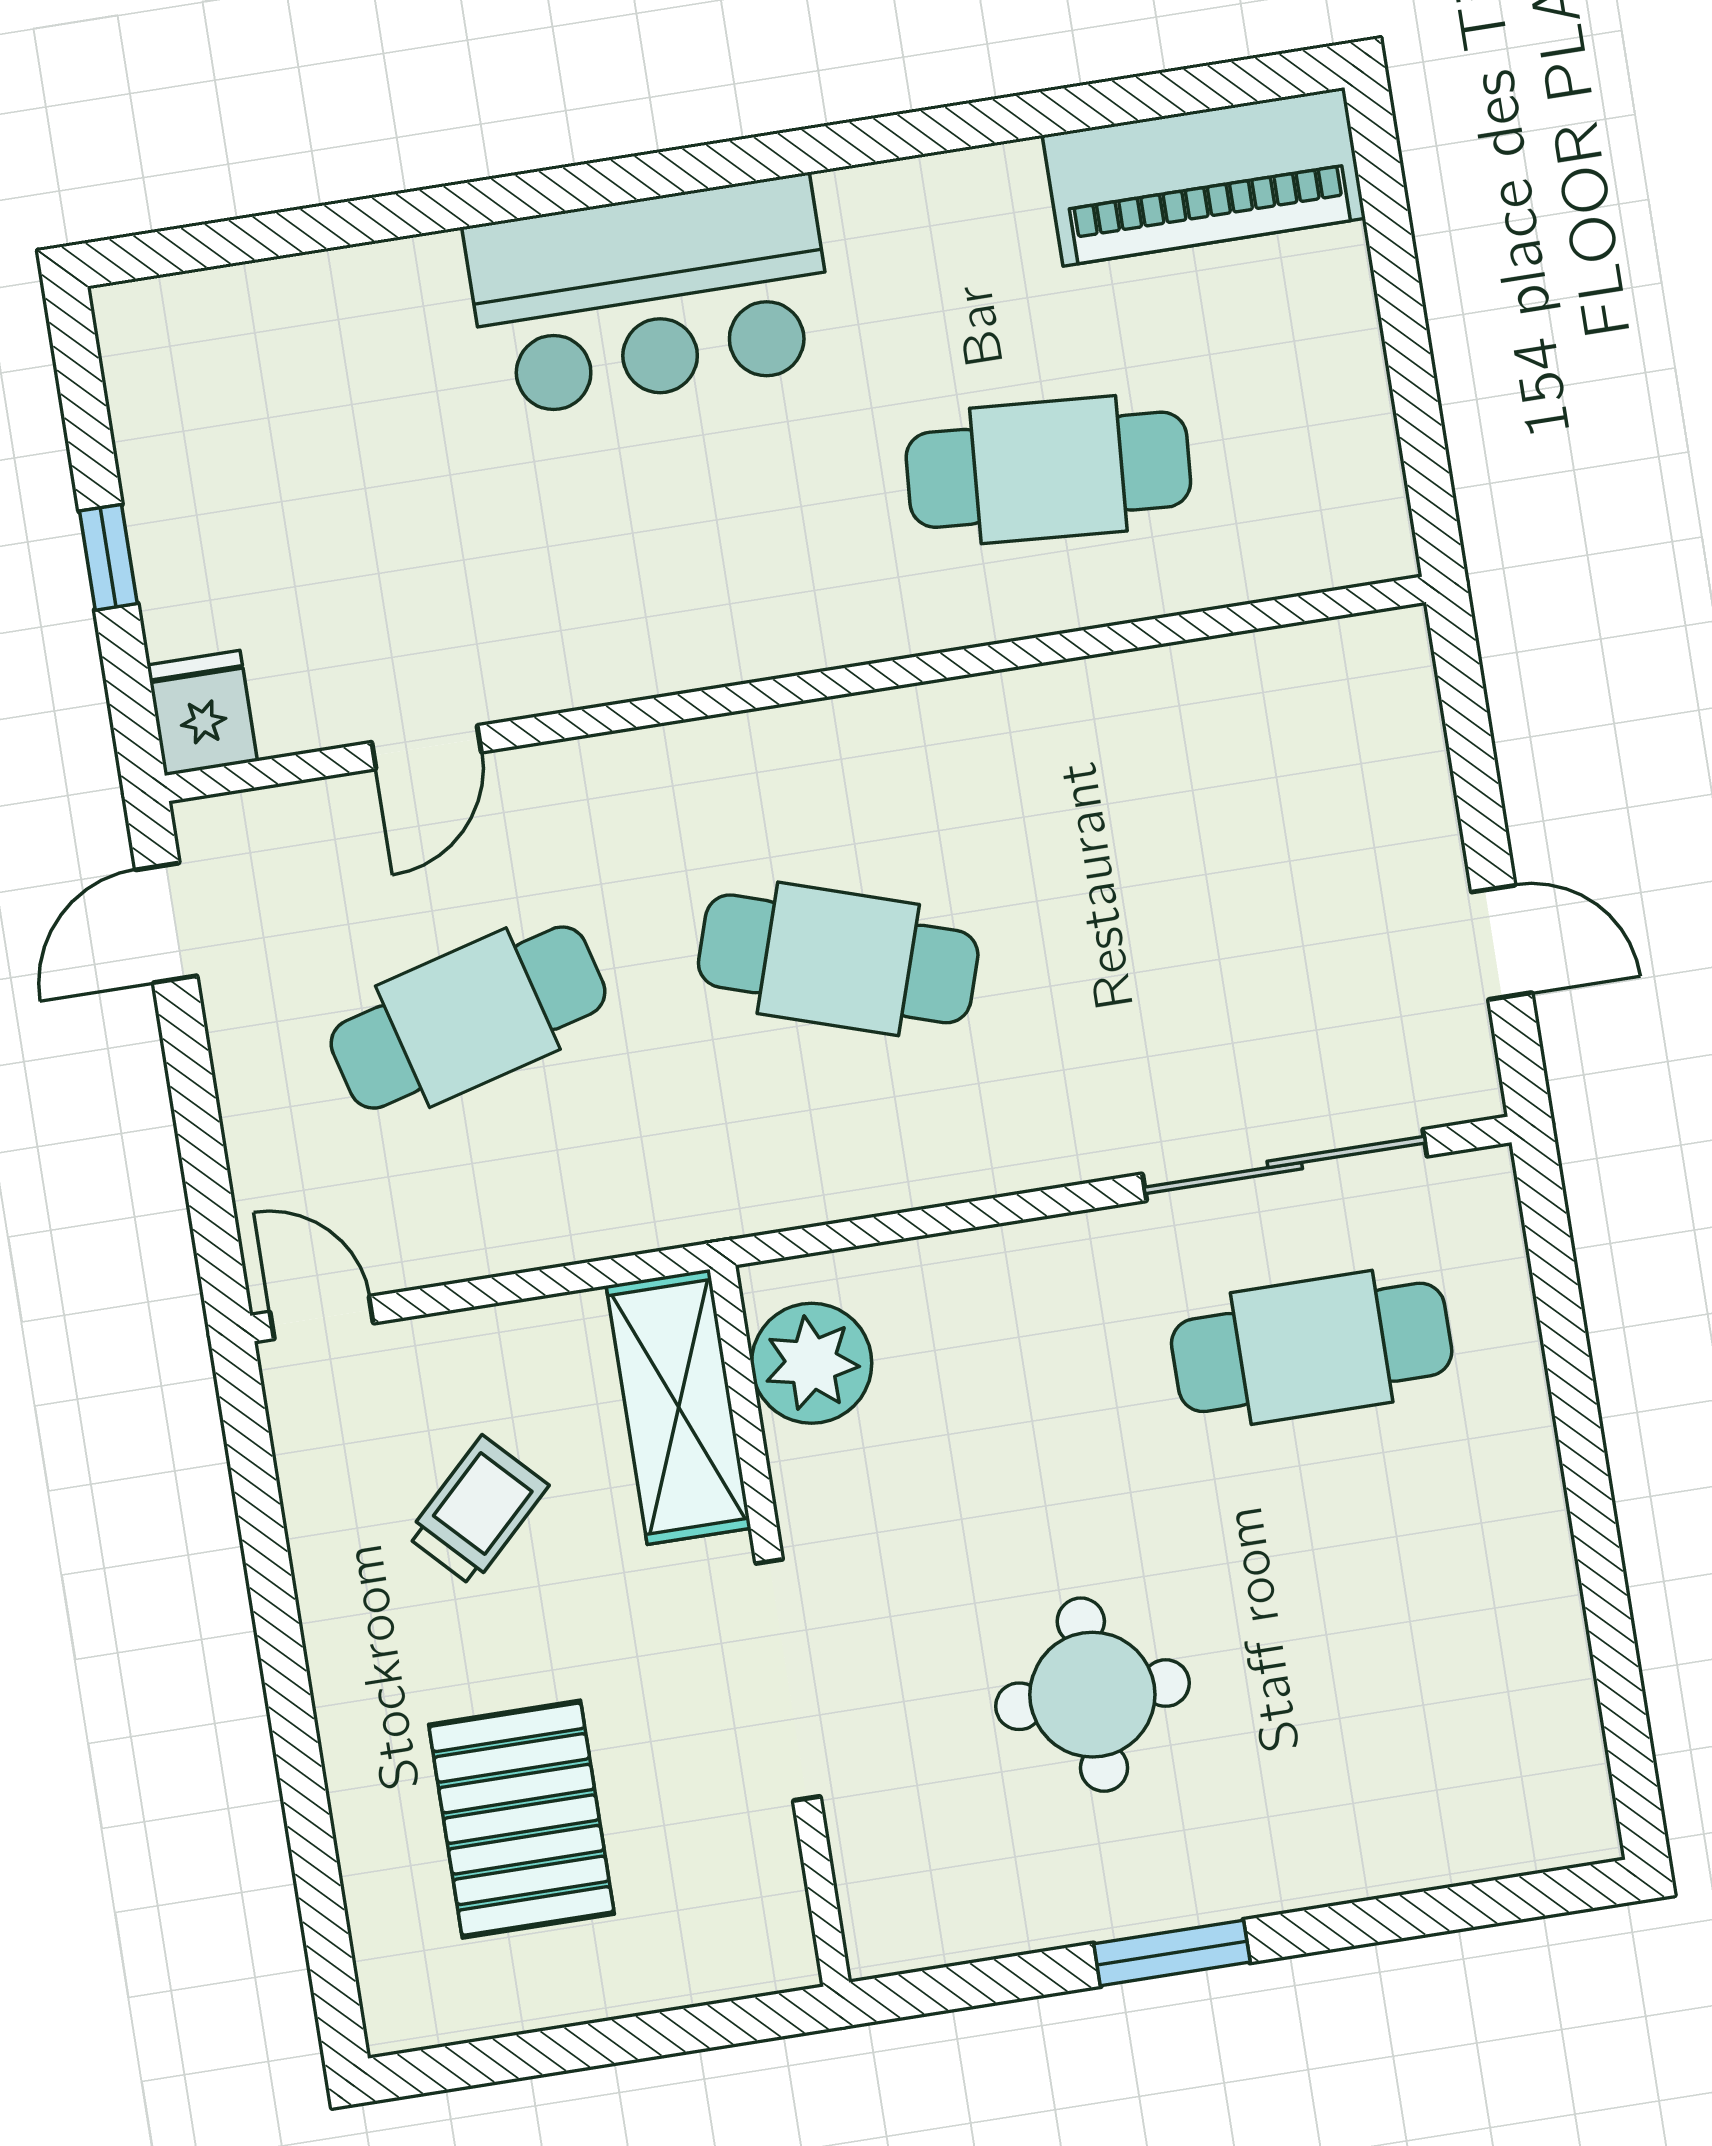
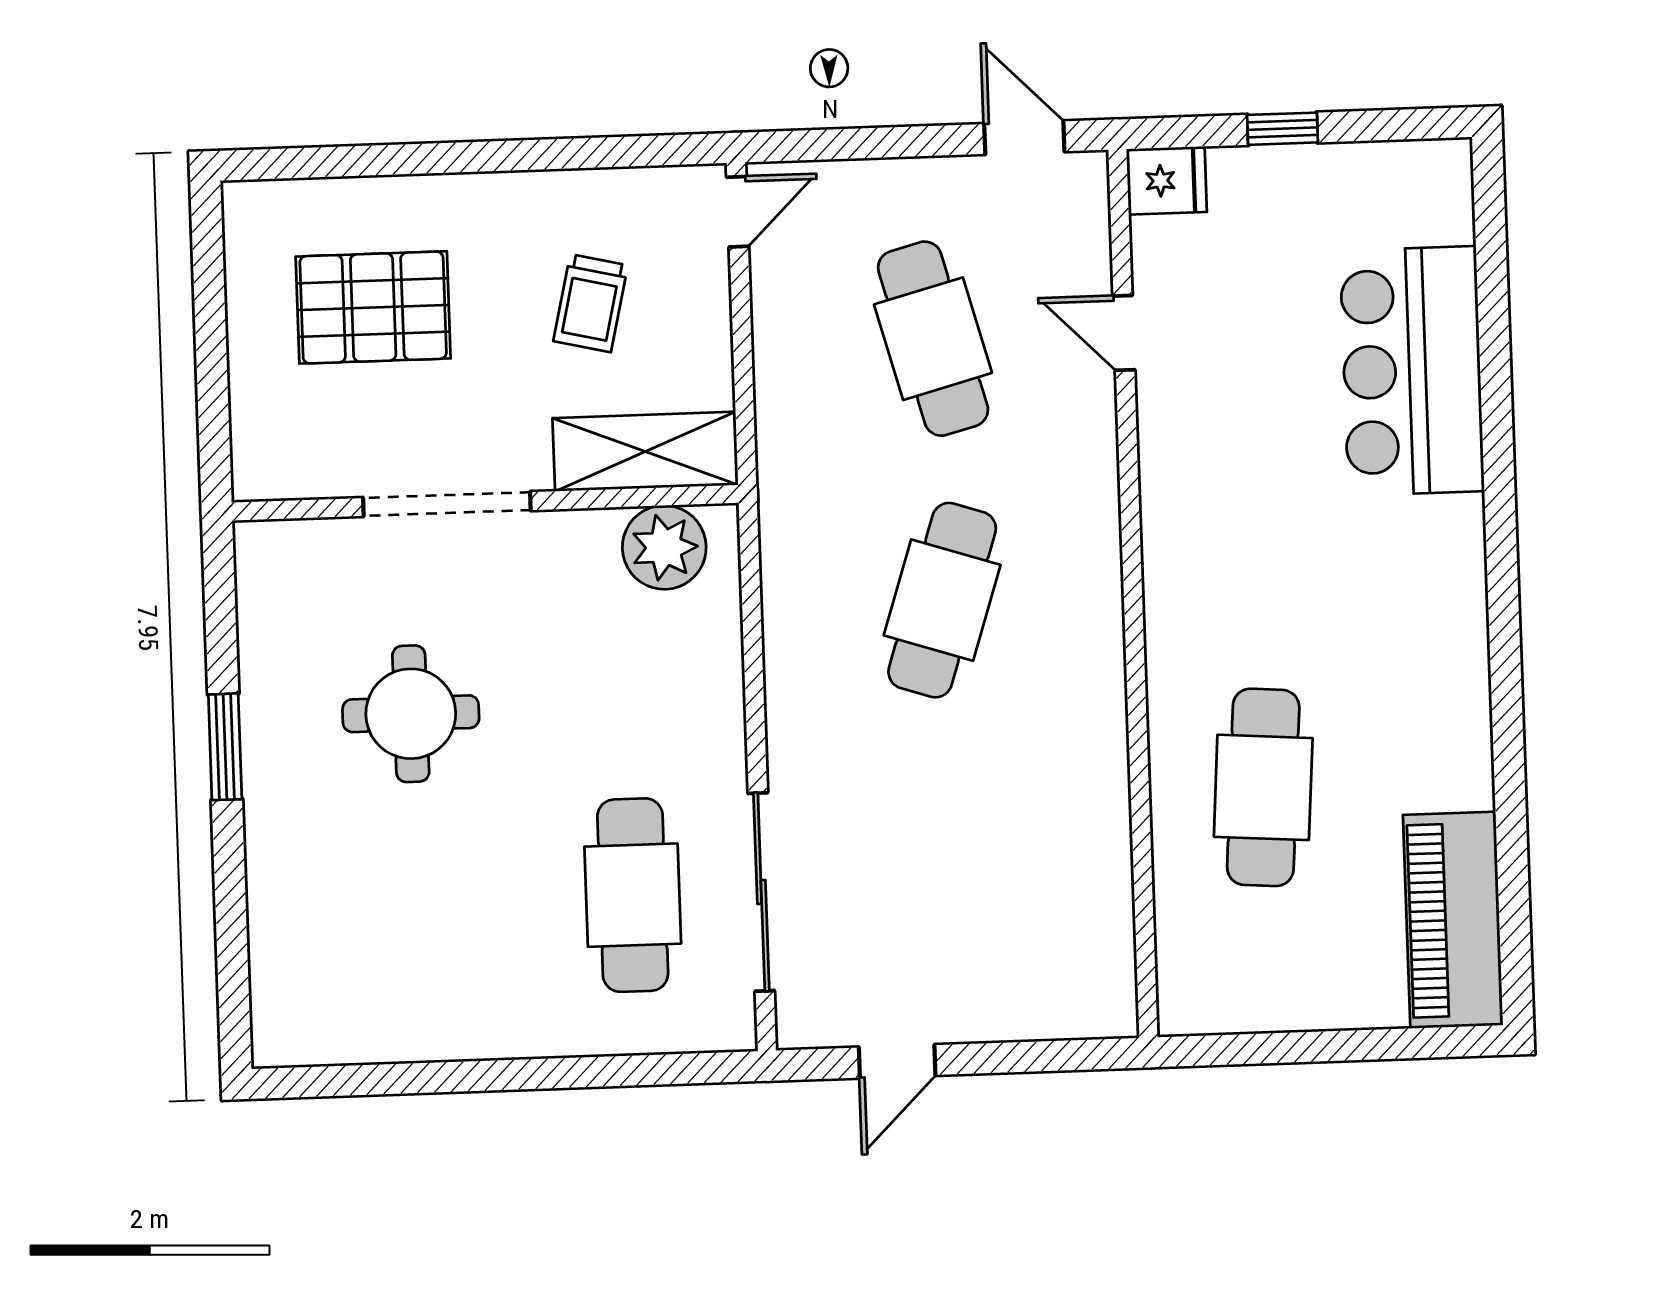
bar counter: (651, 296) -> (1412, 371), moved
trolley: (477, 1511) -> (591, 303), turned 57

